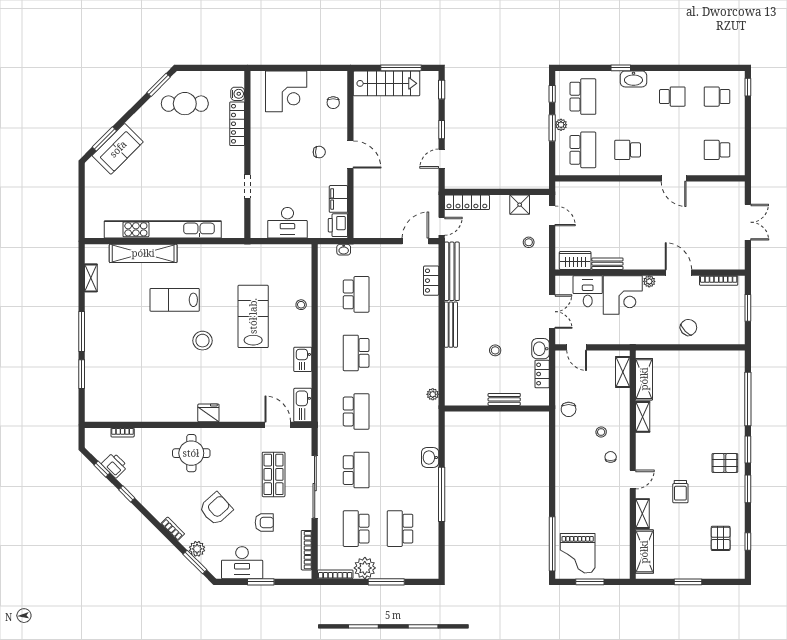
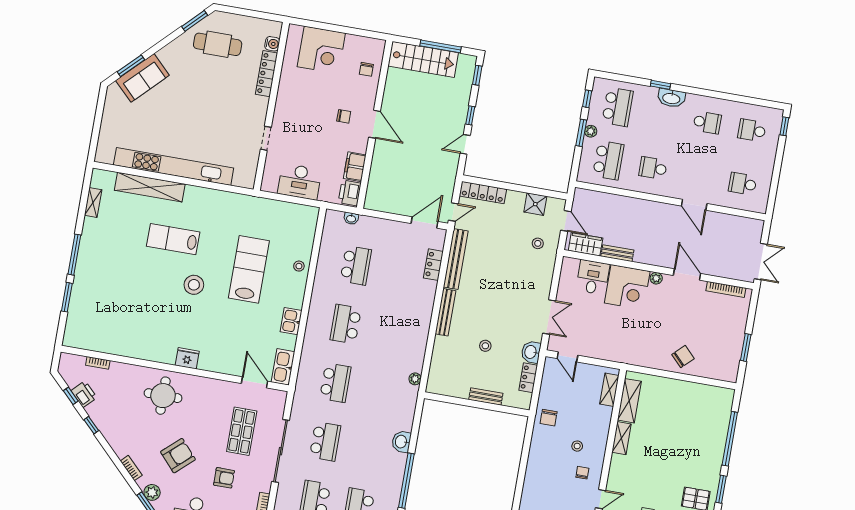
wardrobe: (575, 261) -> (586, 244), moved
bench: (607, 264) -> (617, 253), moved
wall: (650, 273) -> (658, 269), moved
door: (678, 273) -> (687, 274), moved
bookcase: (719, 280) -> (726, 289), moved
plant: (649, 281) -> (656, 278), moved
desk: (588, 291) -> (593, 277), moved
corner desk: (623, 295) -> (627, 287), moved

